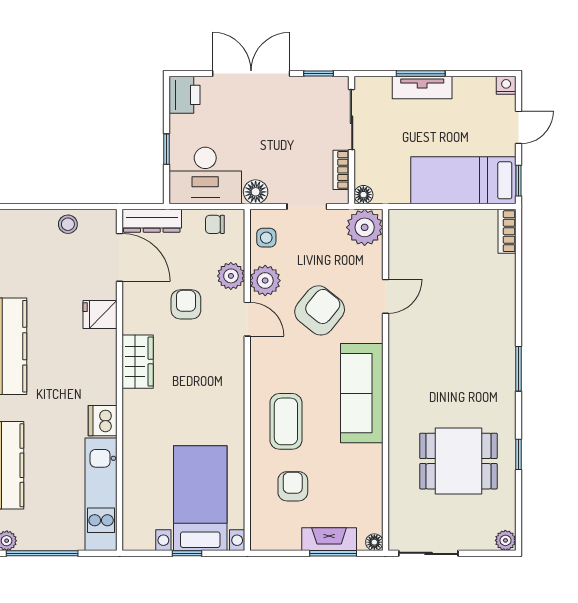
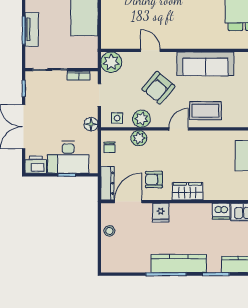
desk: (205, 176) -> (68, 157), moved, turned 90
floor lamp: (363, 195) -> (93, 63), removed
armchair: (186, 304) -> (154, 180), moved
armchair: (320, 310) -> (158, 88), turned -89
door: (247, 319) -> (179, 129), moved
coffee table: (286, 421) -> (205, 111), moved

